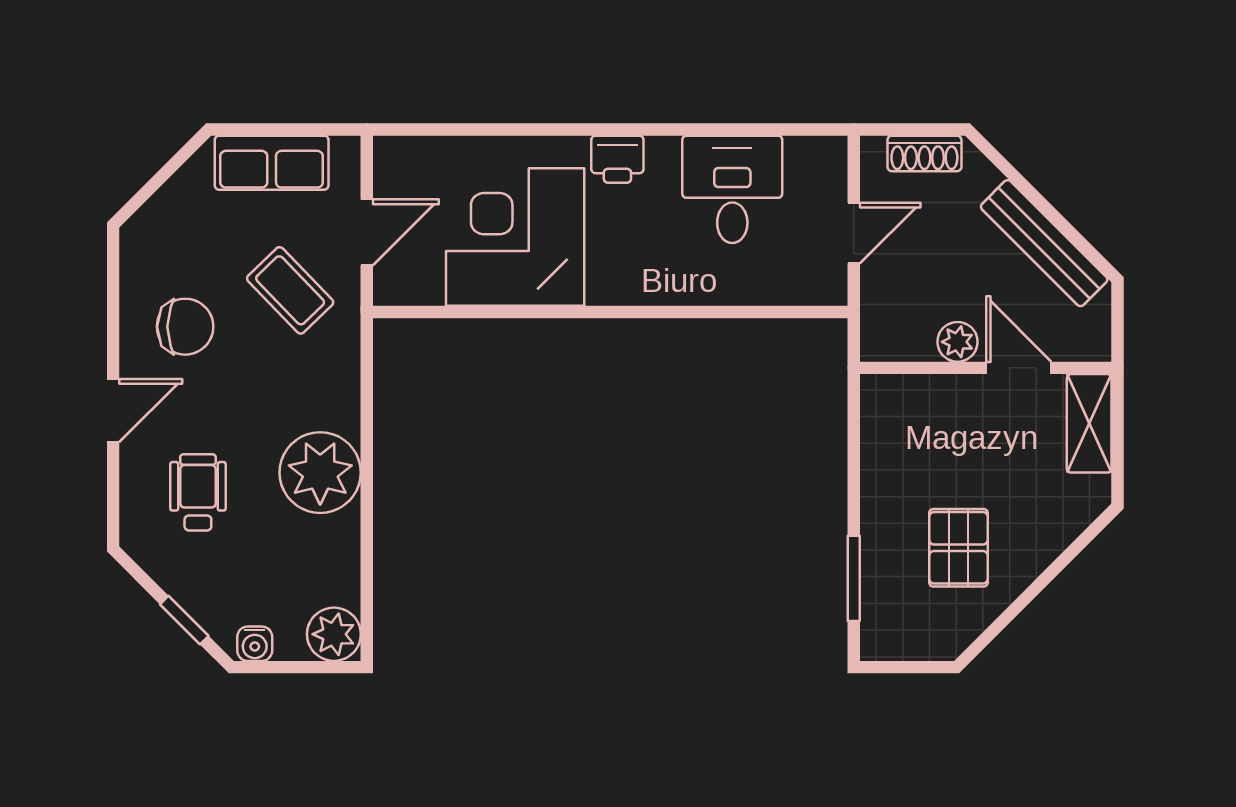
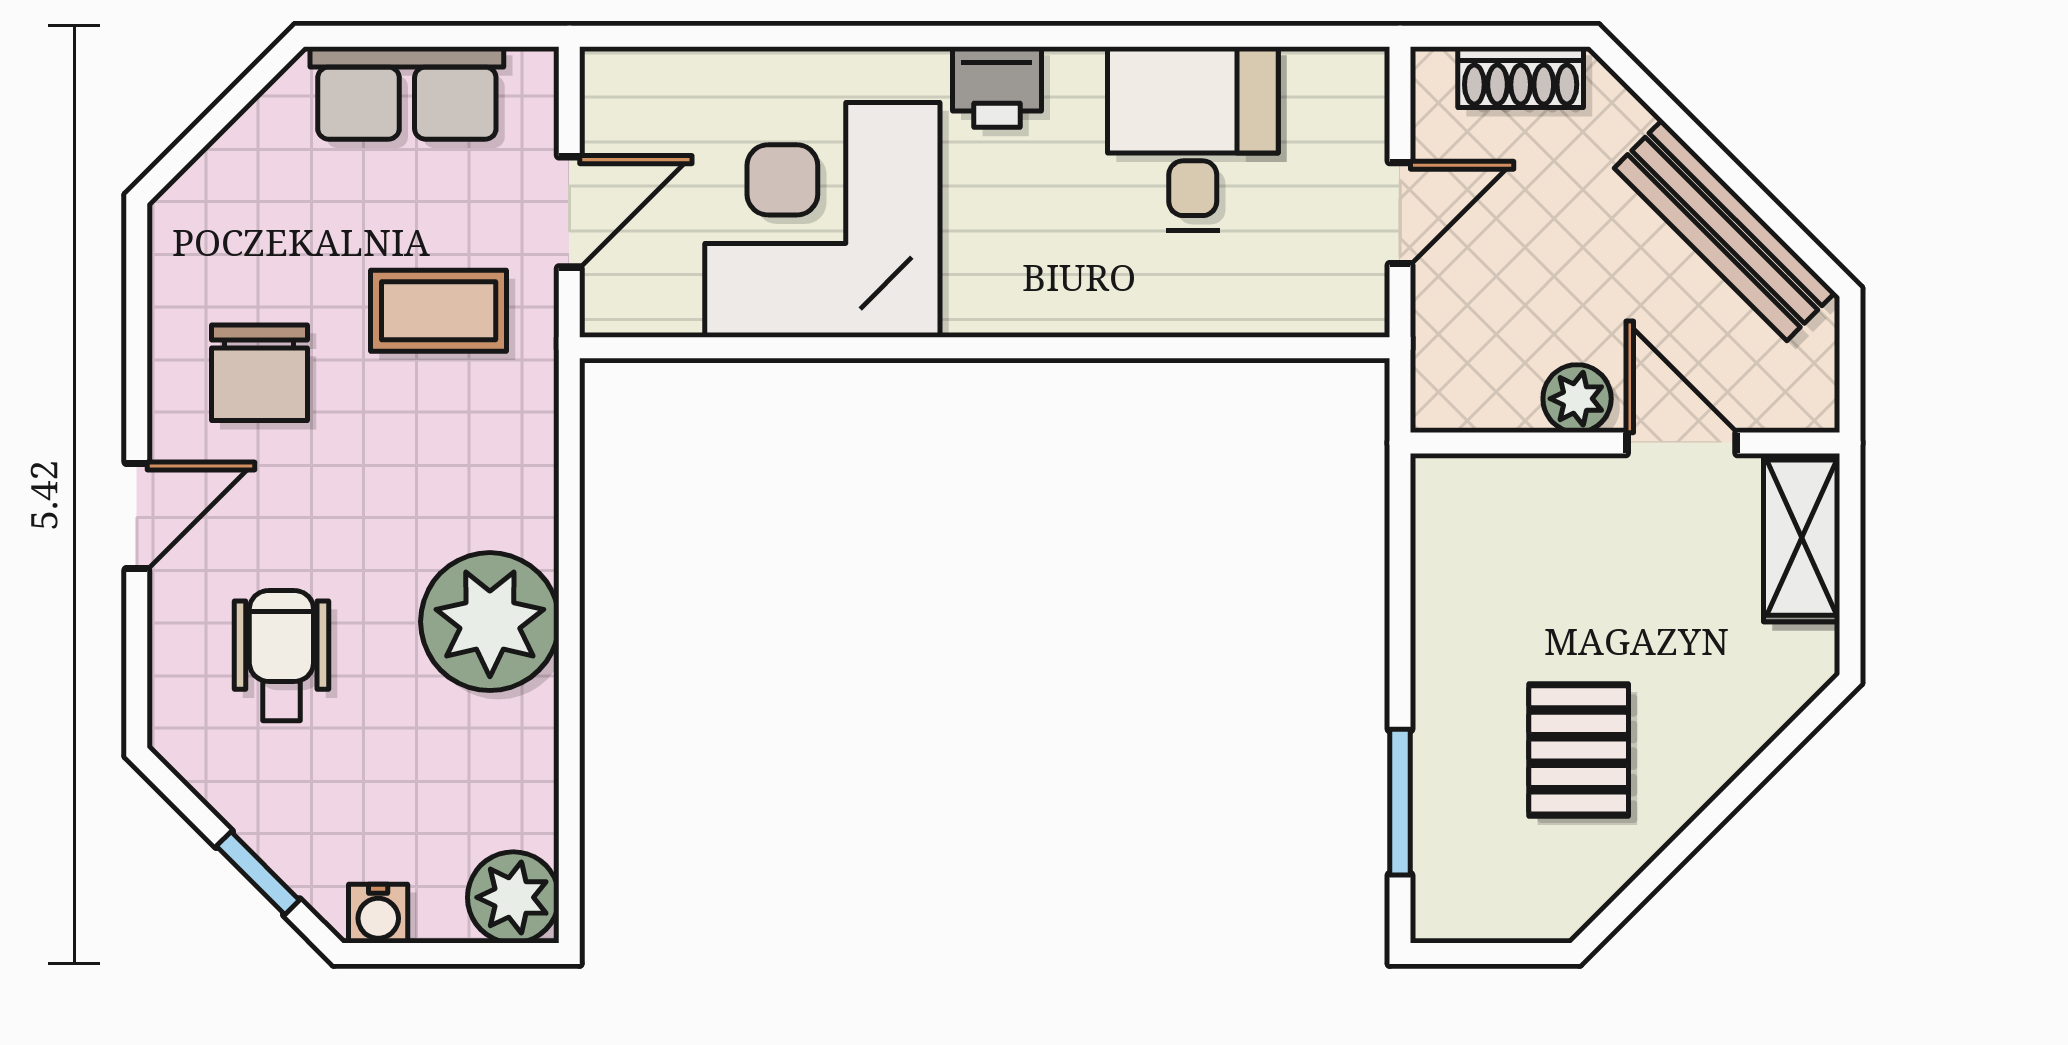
coffee table: (290, 290) -> (439, 311), turned -46
chair: (185, 327) -> (259, 373), turned 90

